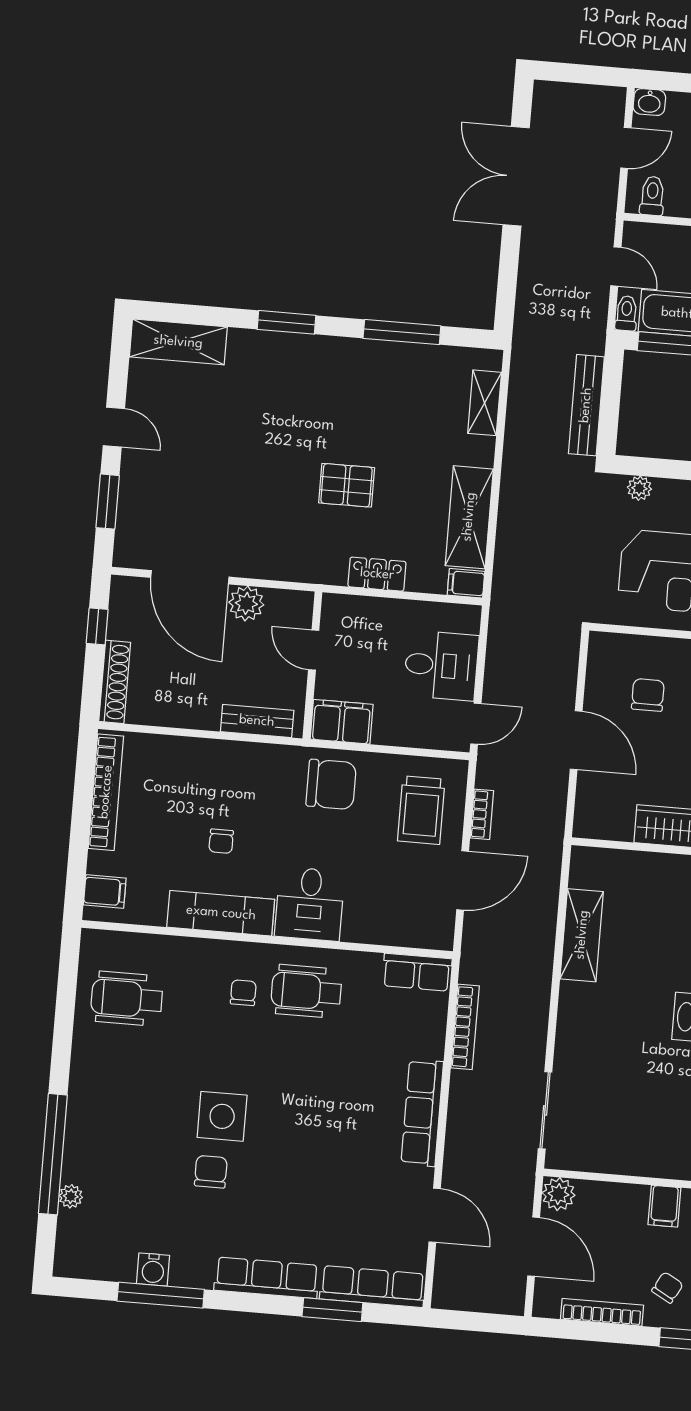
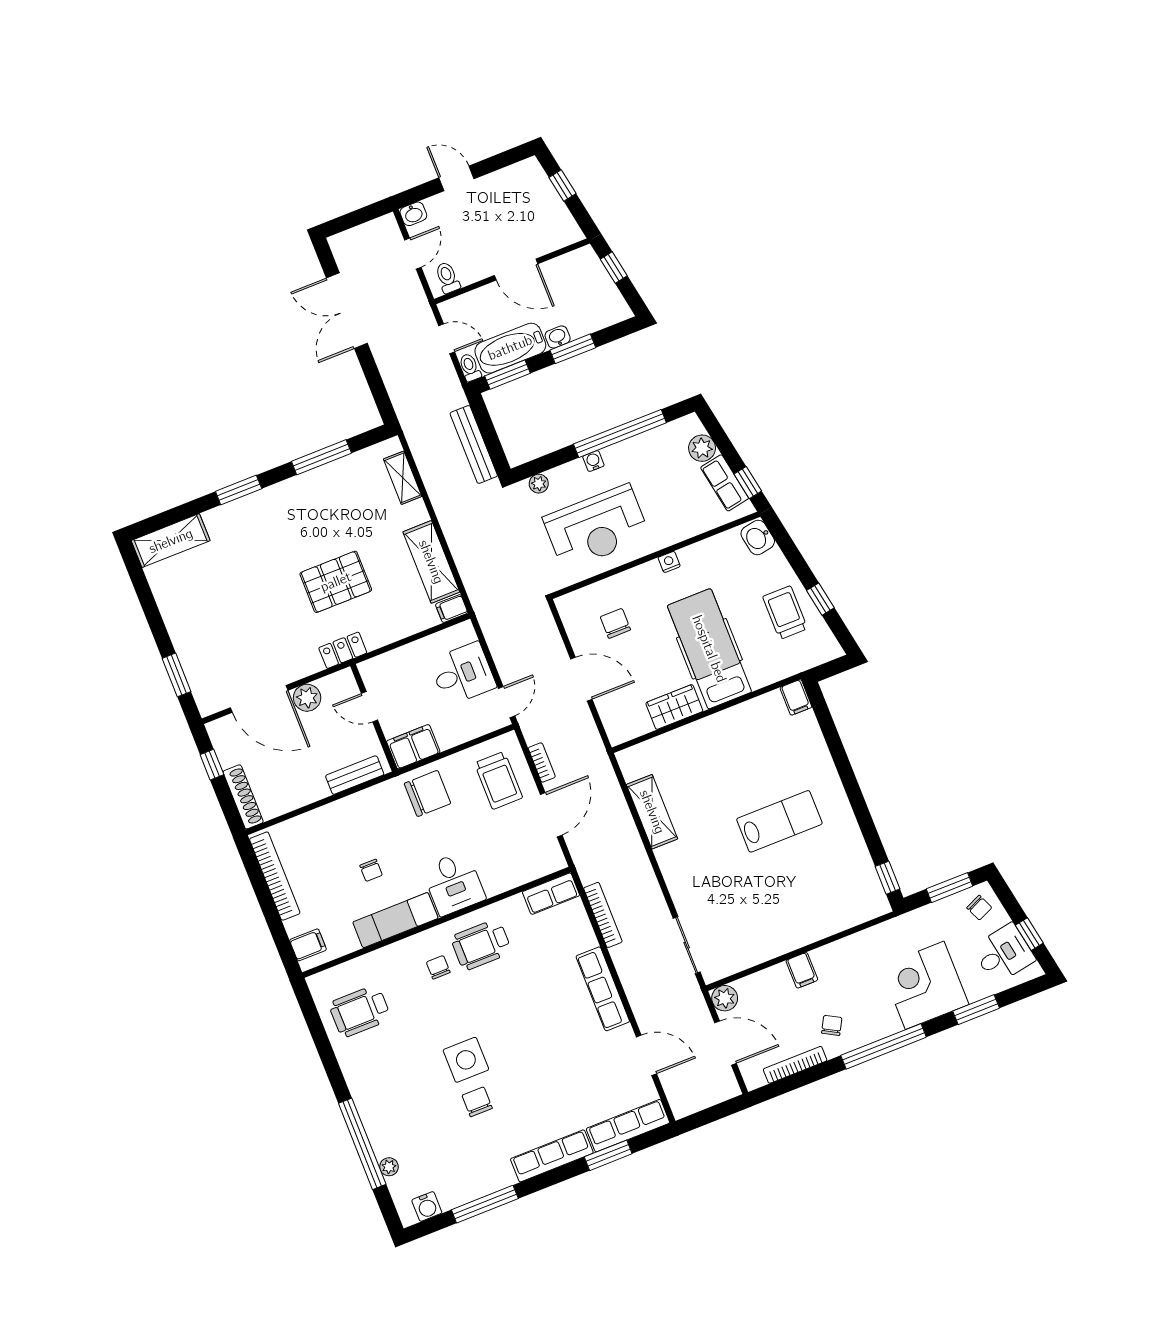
door: (114, 427) -> (155, 621), removed
pallet: (347, 485) -> (336, 582), width x1.50, depth x1.42
locker: (377, 574) -> (343, 650), moved
water cooler: (153, 1269) -> (427, 1206), moved

